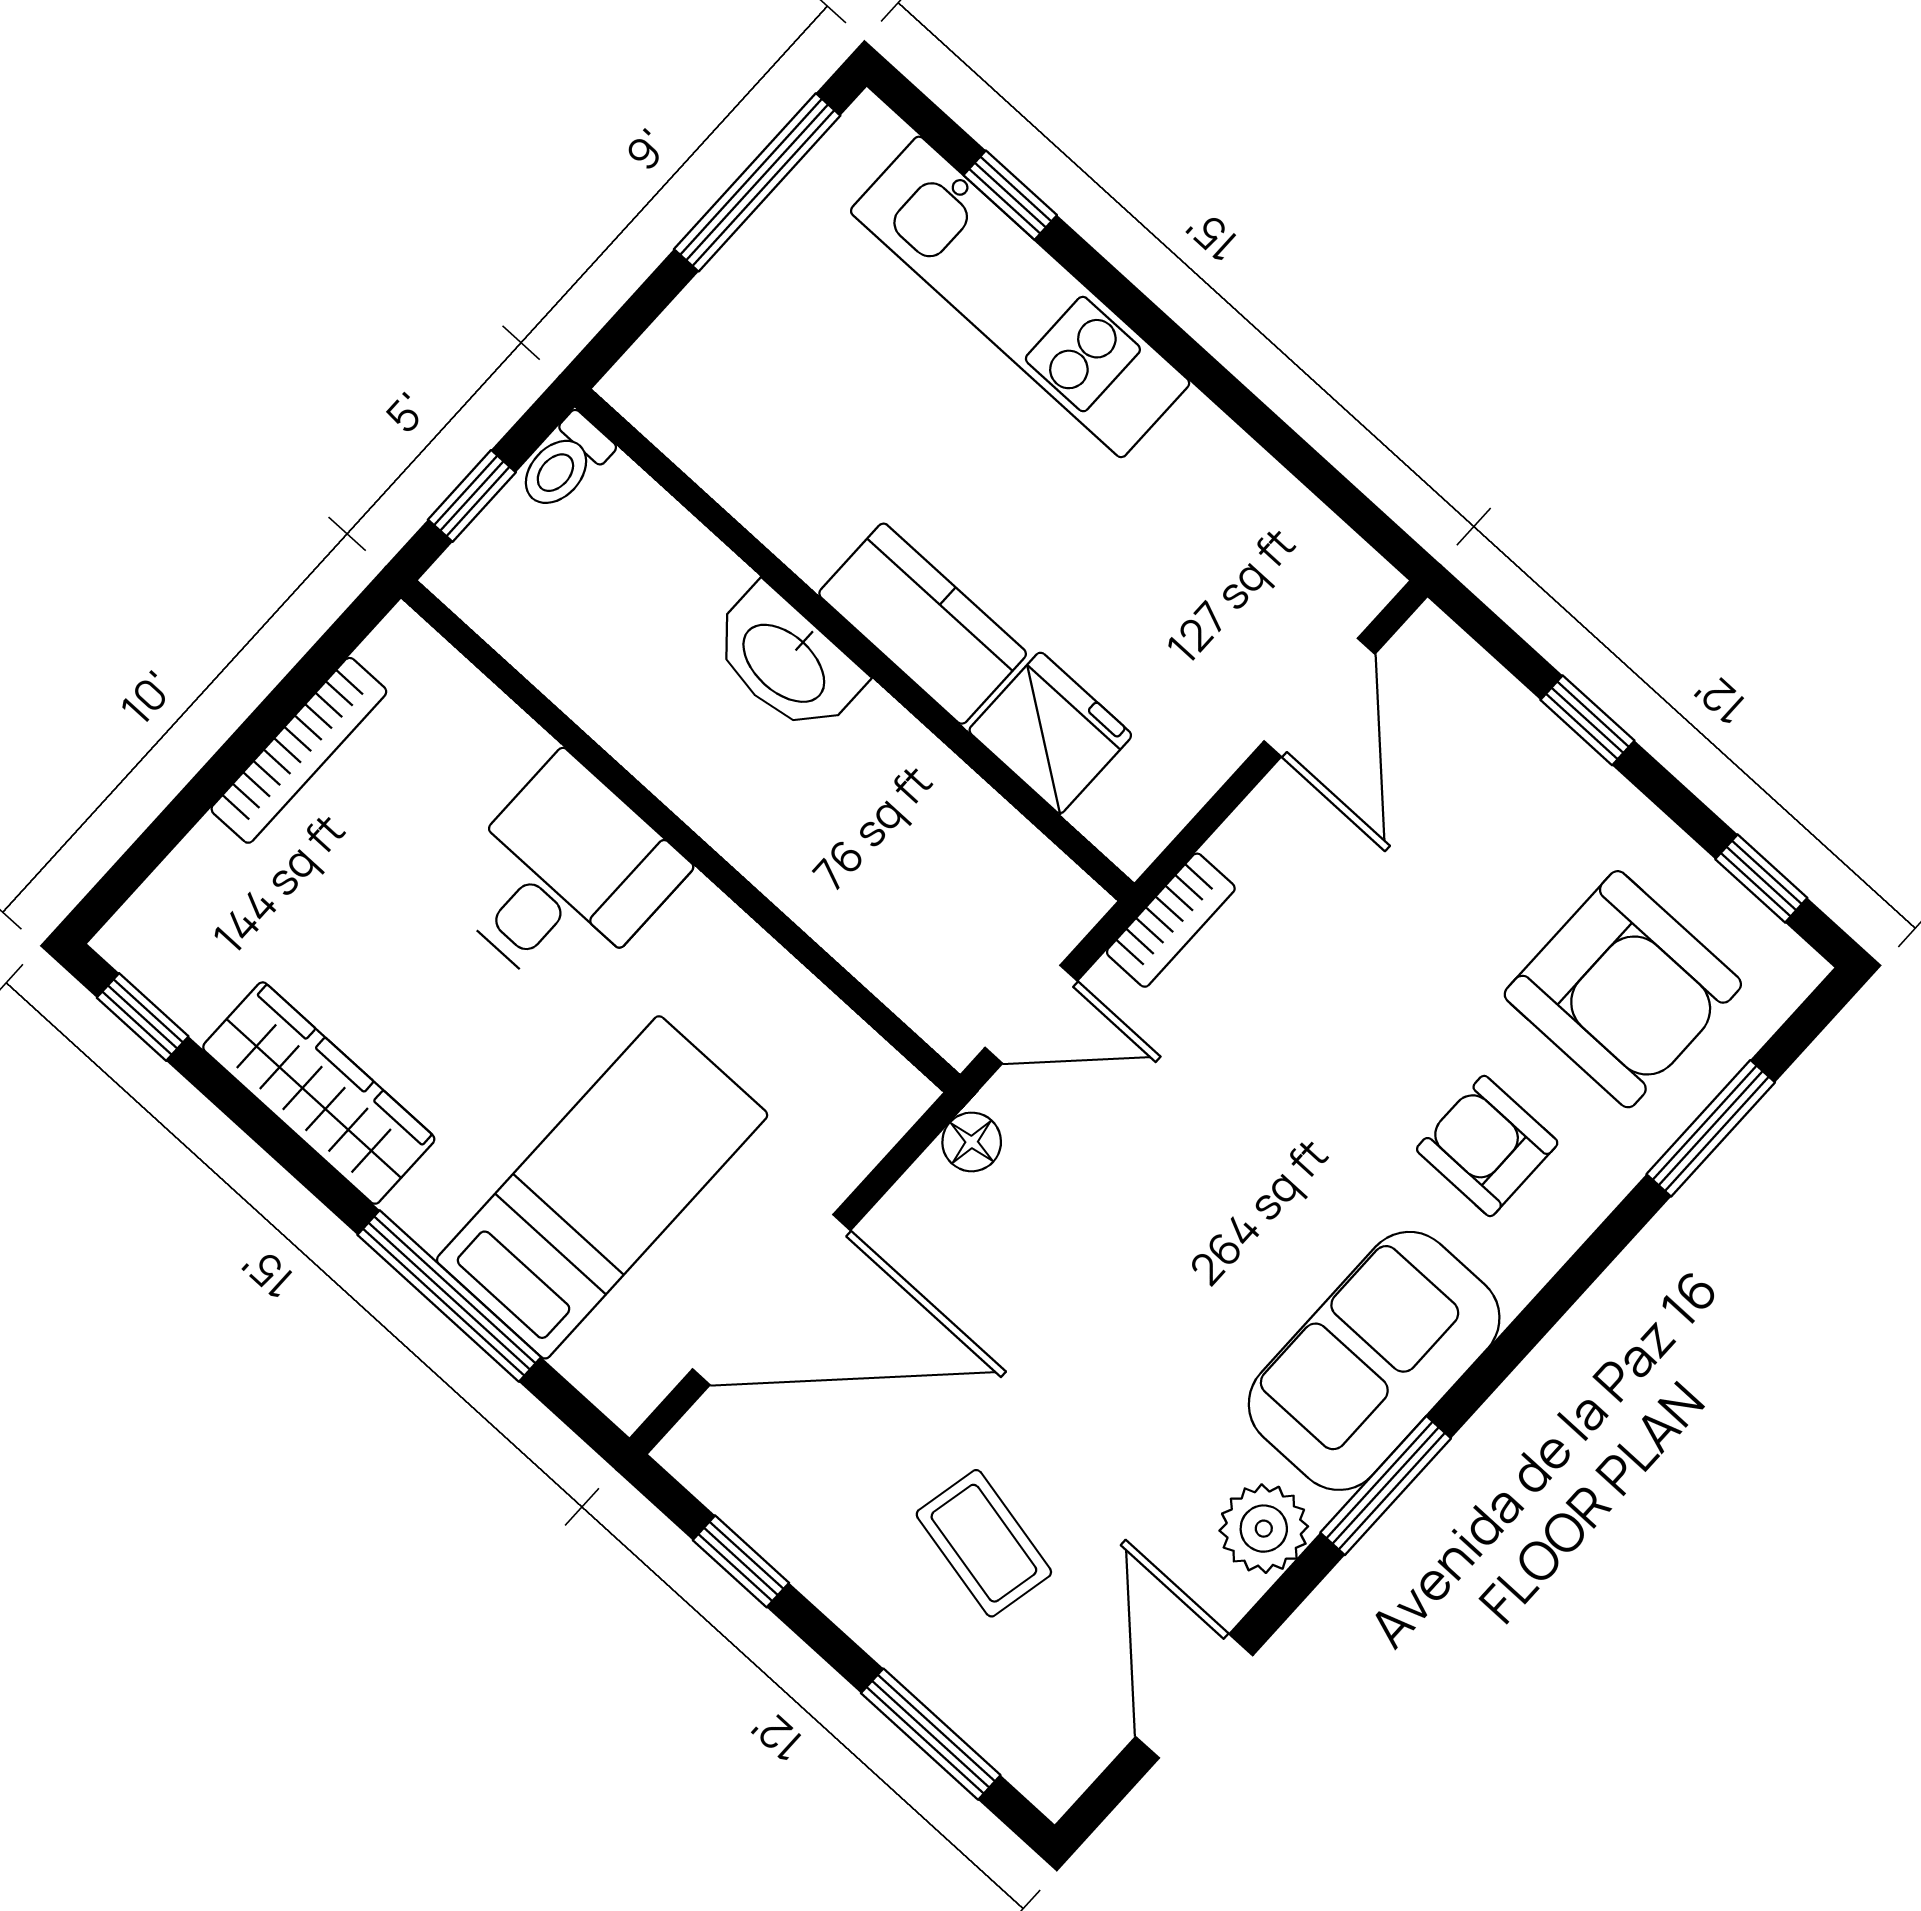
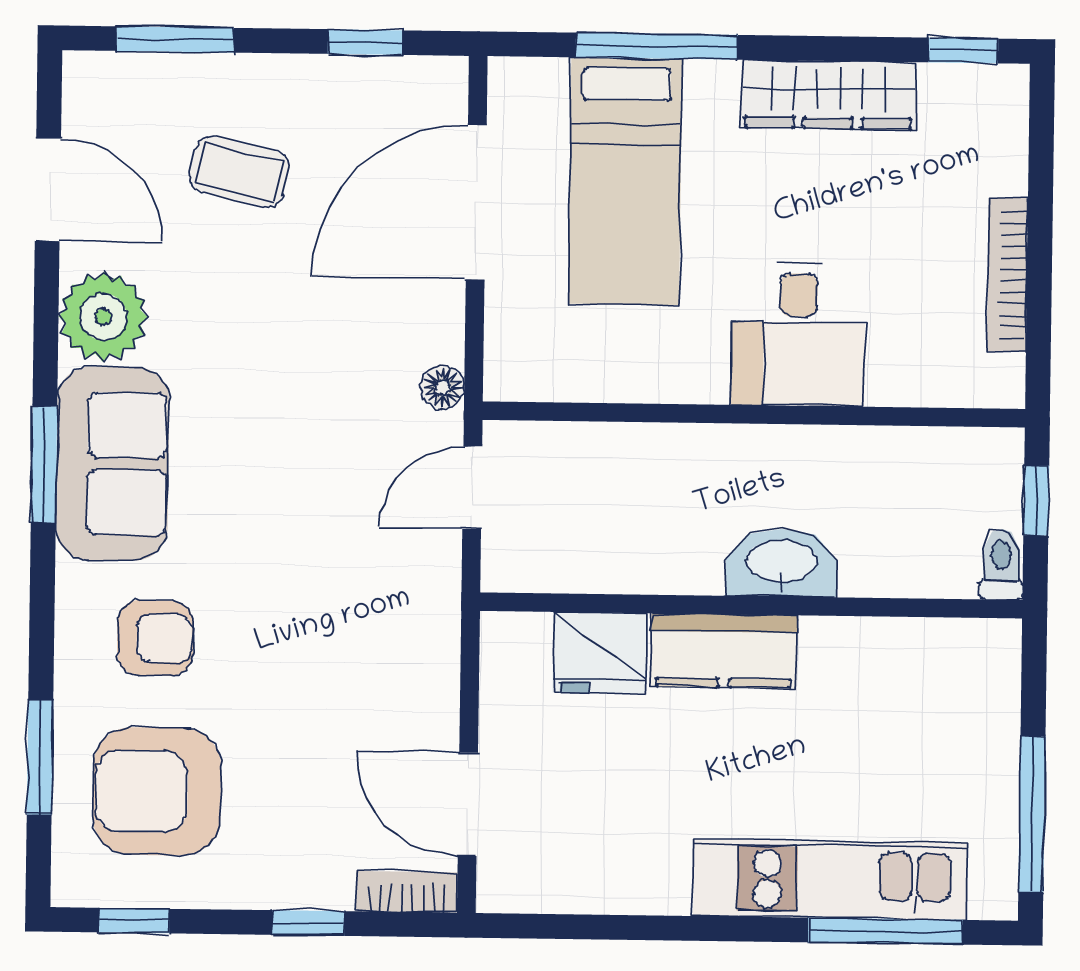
window: (1010, 195) -> (885, 931), width x2.17
bookcase: (1171, 920) -> (407, 892), moved, turned 90
window: (1386, 1486) -> (44, 465), moved
plant: (1264, 1529) -> (103, 317), width x1.36, depth x1.36

